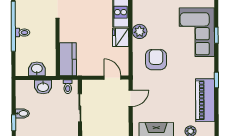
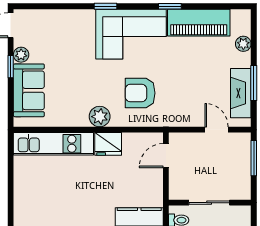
corner sofa: (197, 32) -> (131, 34), moved
door: (131, 98) -> (217, 130), moved

